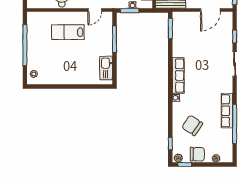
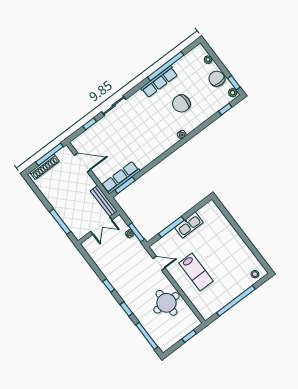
kitchen sink: (106, 68) -> (189, 225), moved
row of seats: (178, 75) -> (121, 178), moved
chair: (192, 125) -> (181, 103), moved, turned 56

